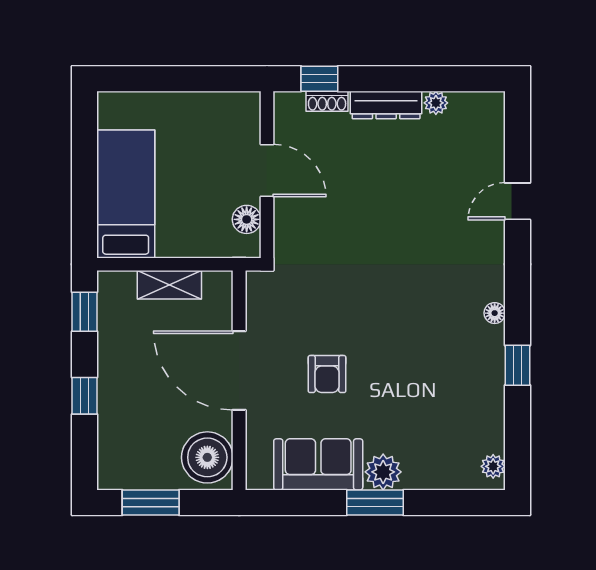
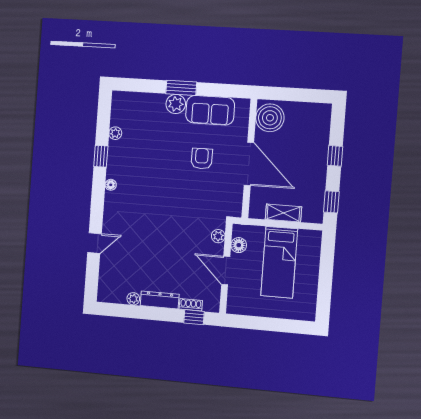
bed: (126, 194) -> (279, 262), moved
plant: (286, 233) -> (218, 236), added
plant: (493, 466) -> (115, 133), moved
window: (151, 502) -> (303, 95), removed

